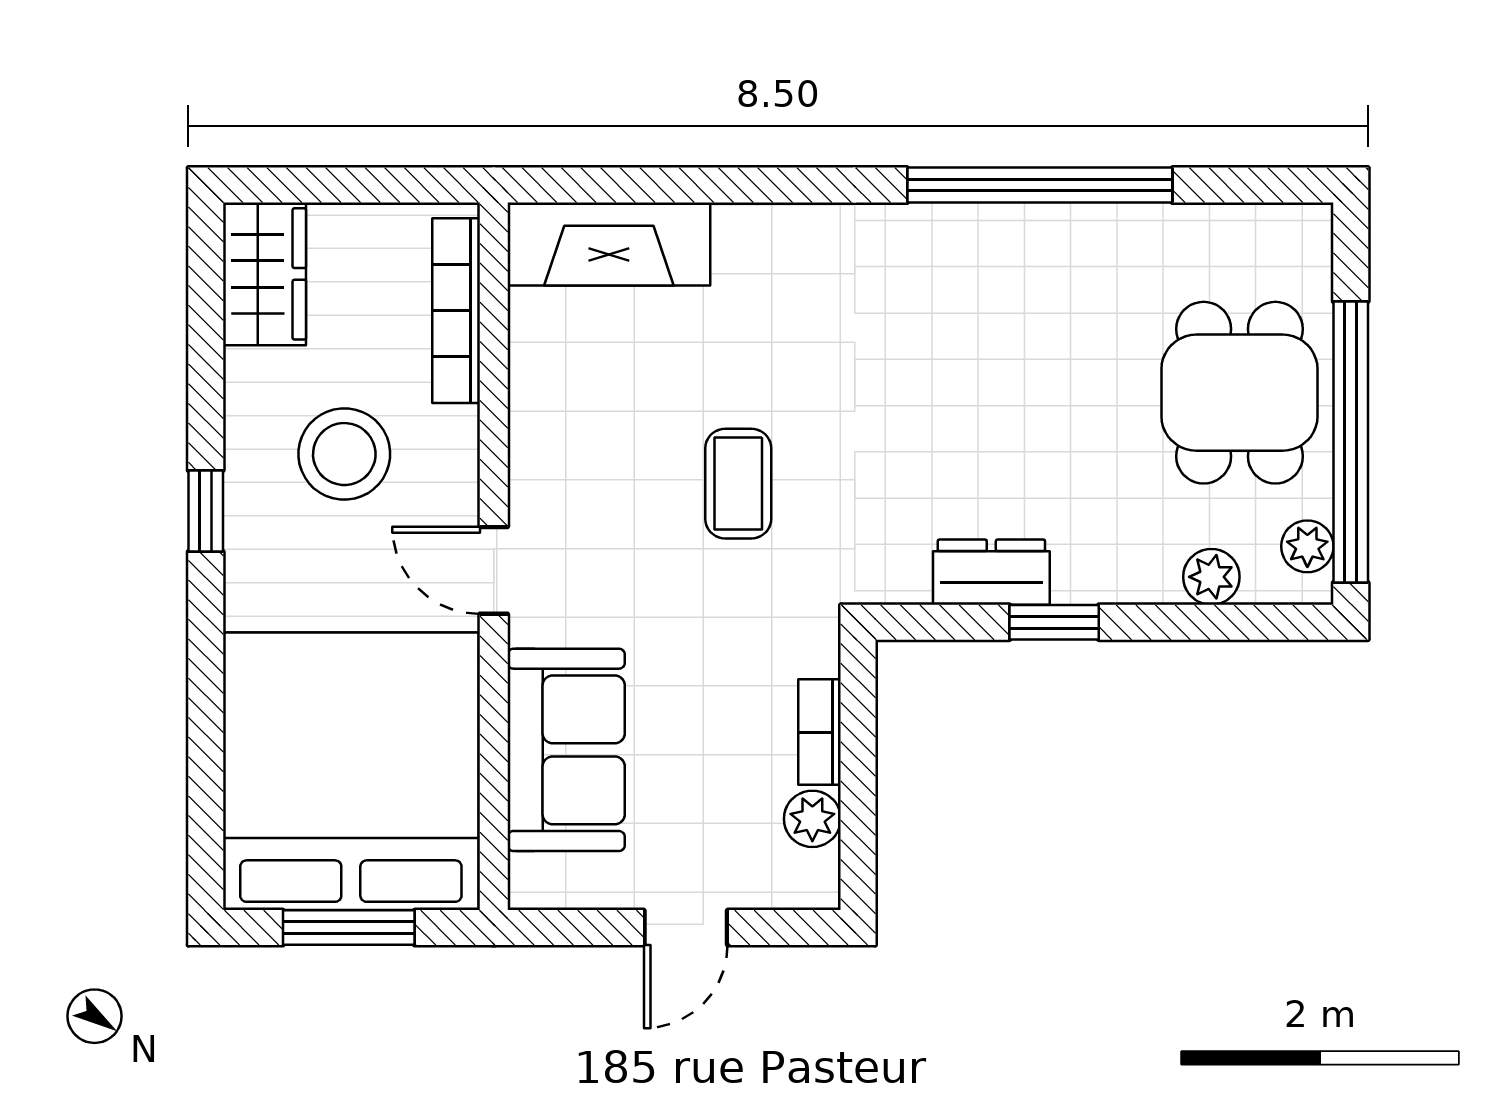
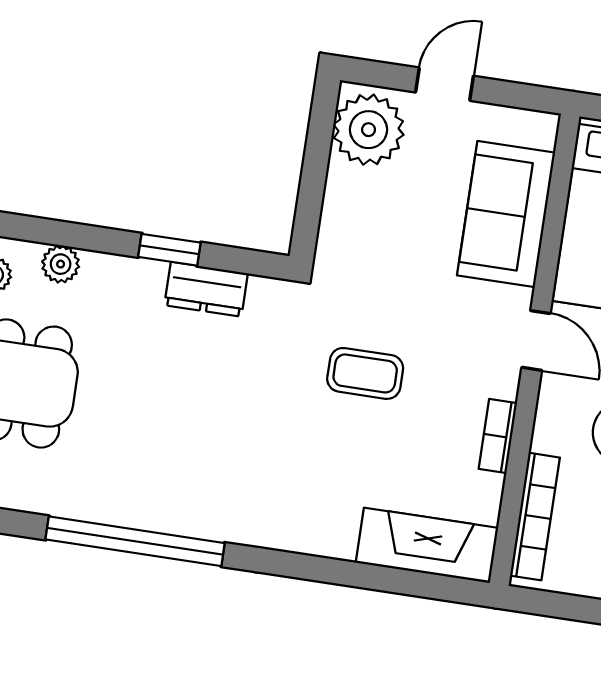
coffee table: (738, 484) -> (365, 373), turned 90
bookcase: (820, 732) -> (498, 436), moved, turned 180
plant: (812, 819) -> (369, 130), width x1.88, depth x1.88

